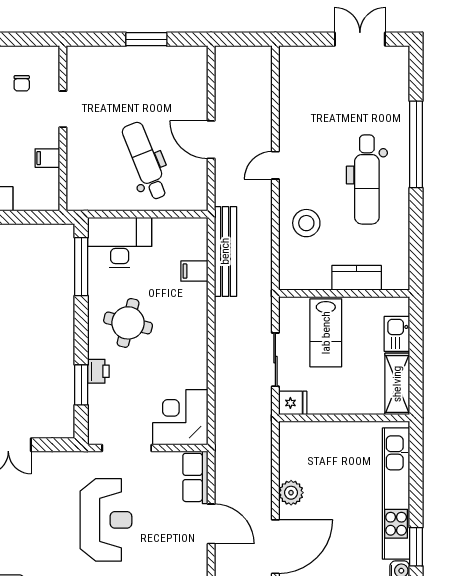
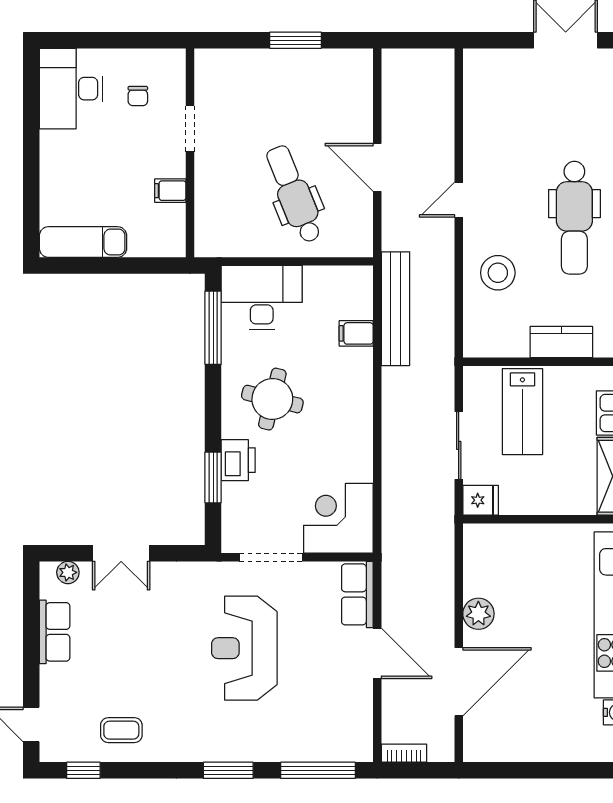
printer: (98, 371) -> (238, 460), width x1.36, depth x1.24
reception desk: (106, 520) -> (244, 648), turned 180

